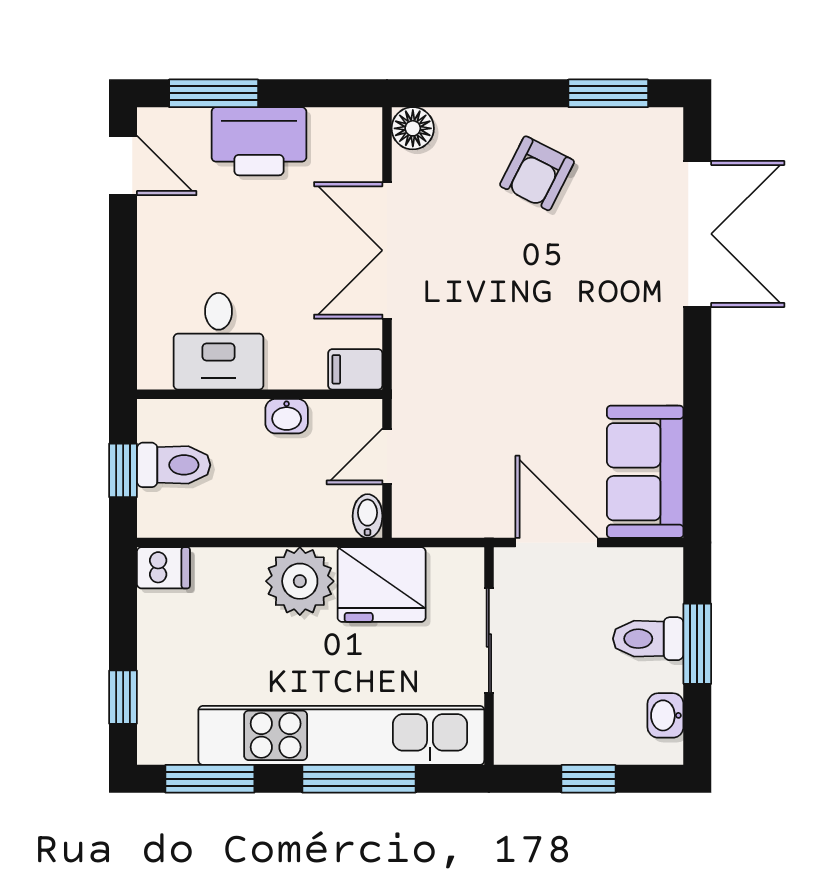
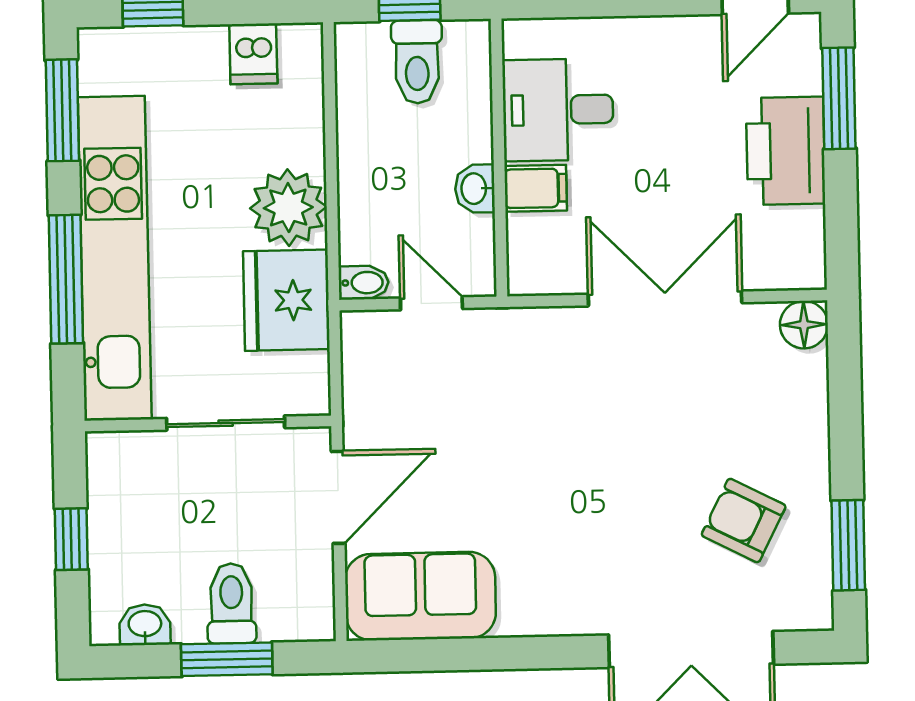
armchair: (537, 173) -> (744, 520), moved
filing cabinet: (355, 369) -> (536, 188), moved, turned 90
dishwasher: (163, 568) -> (253, 54), moved

